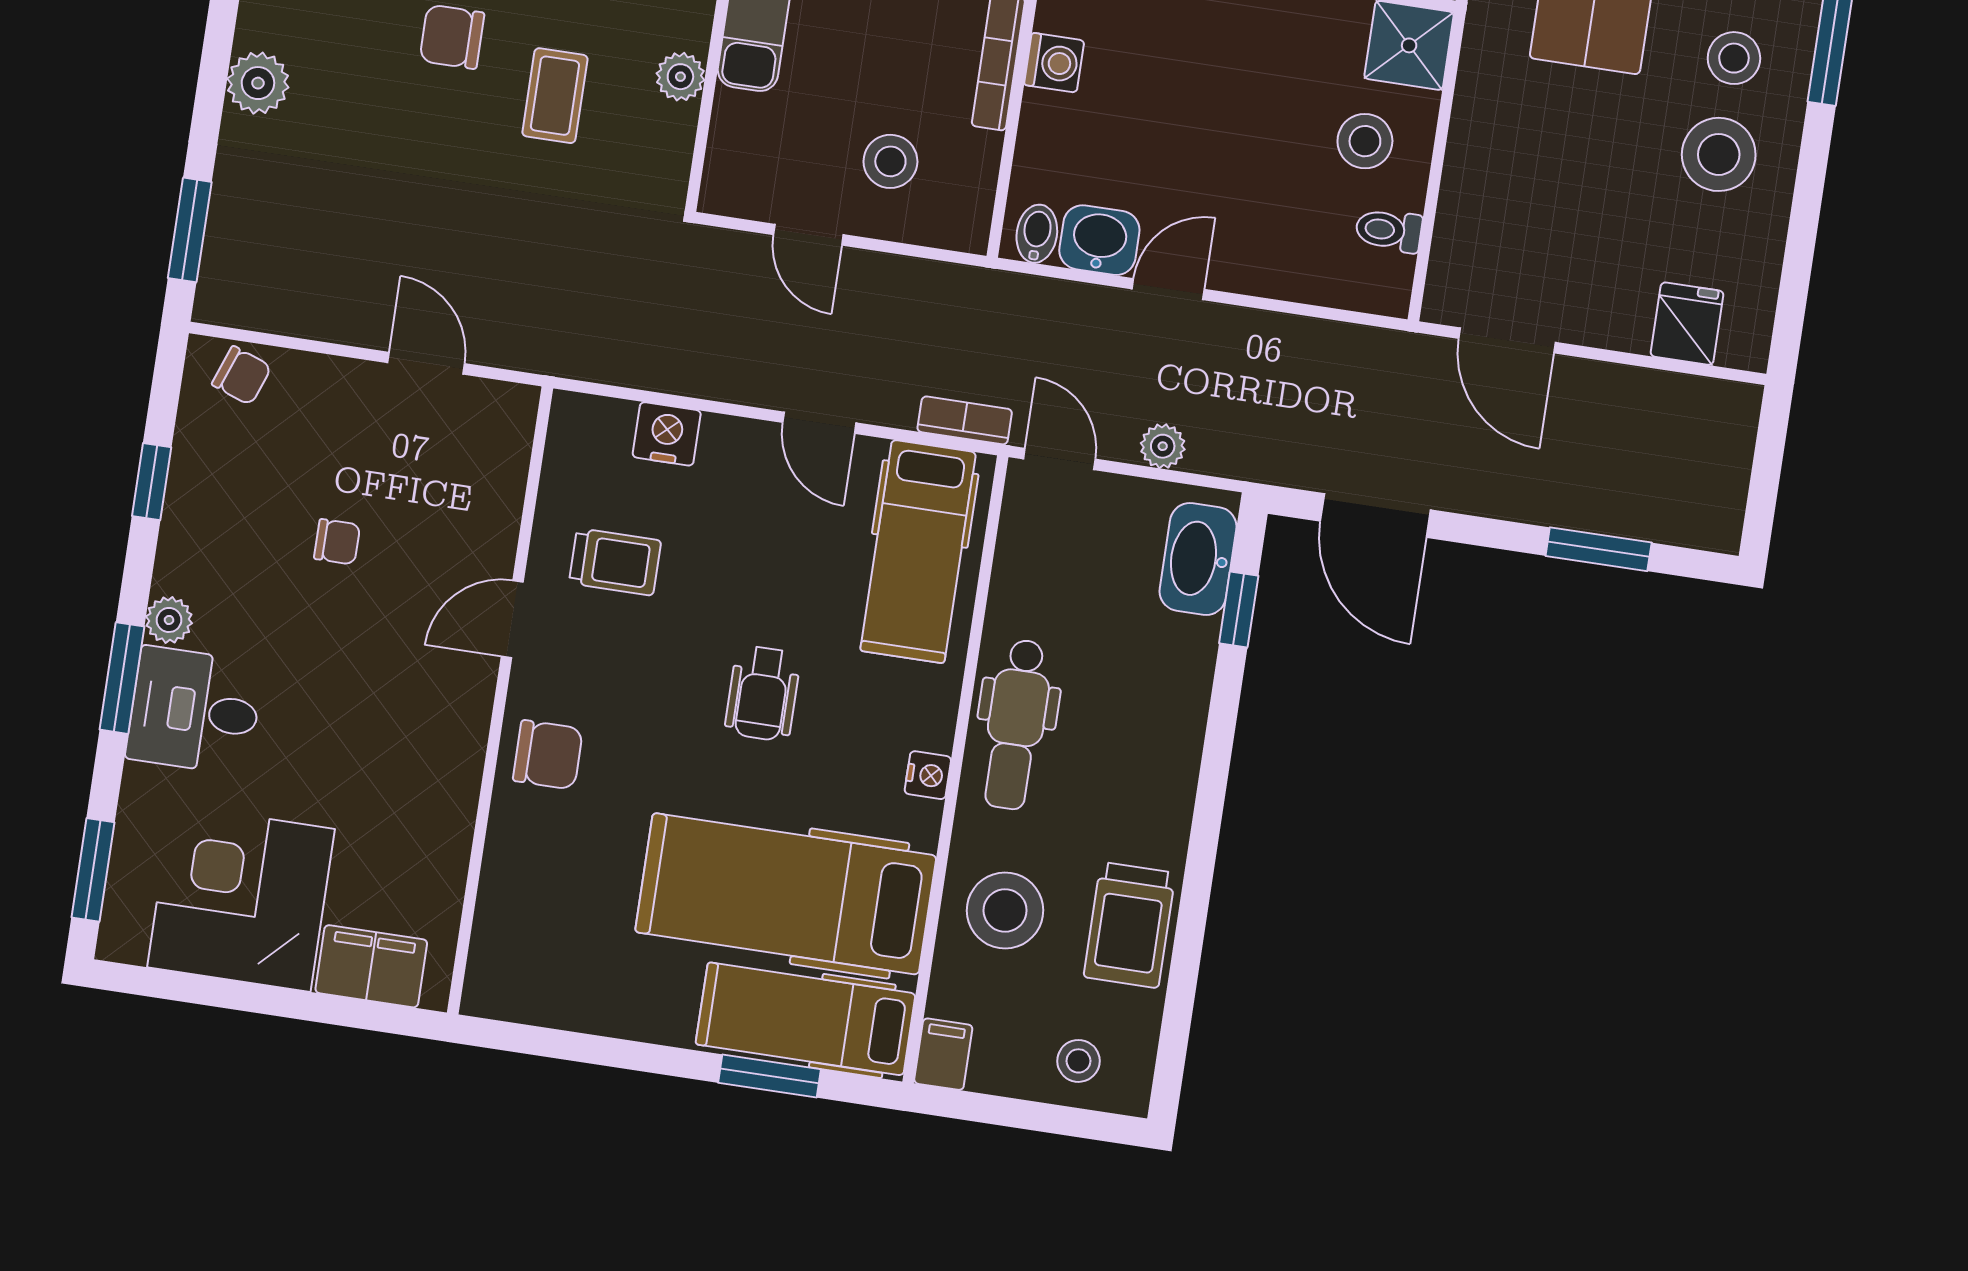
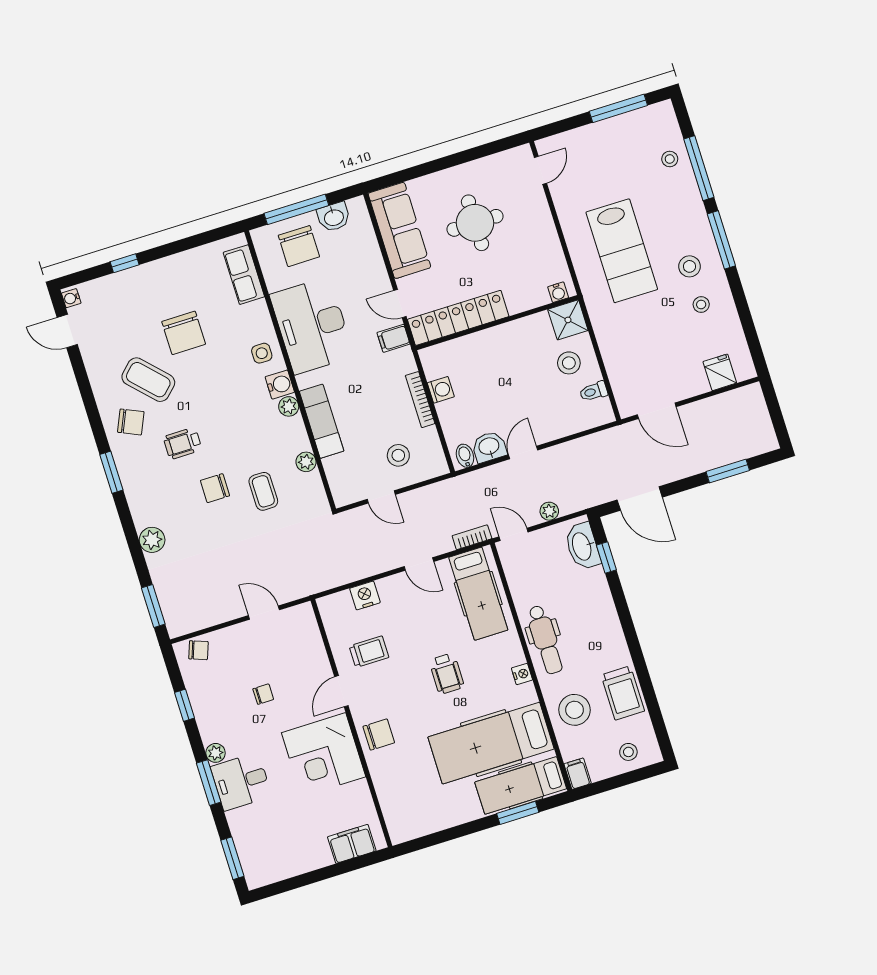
stool: (1719, 154) -> (701, 305), width x0.53, depth x0.53
corner desk: (241, 898) -> (324, 755), moved, turned -90

